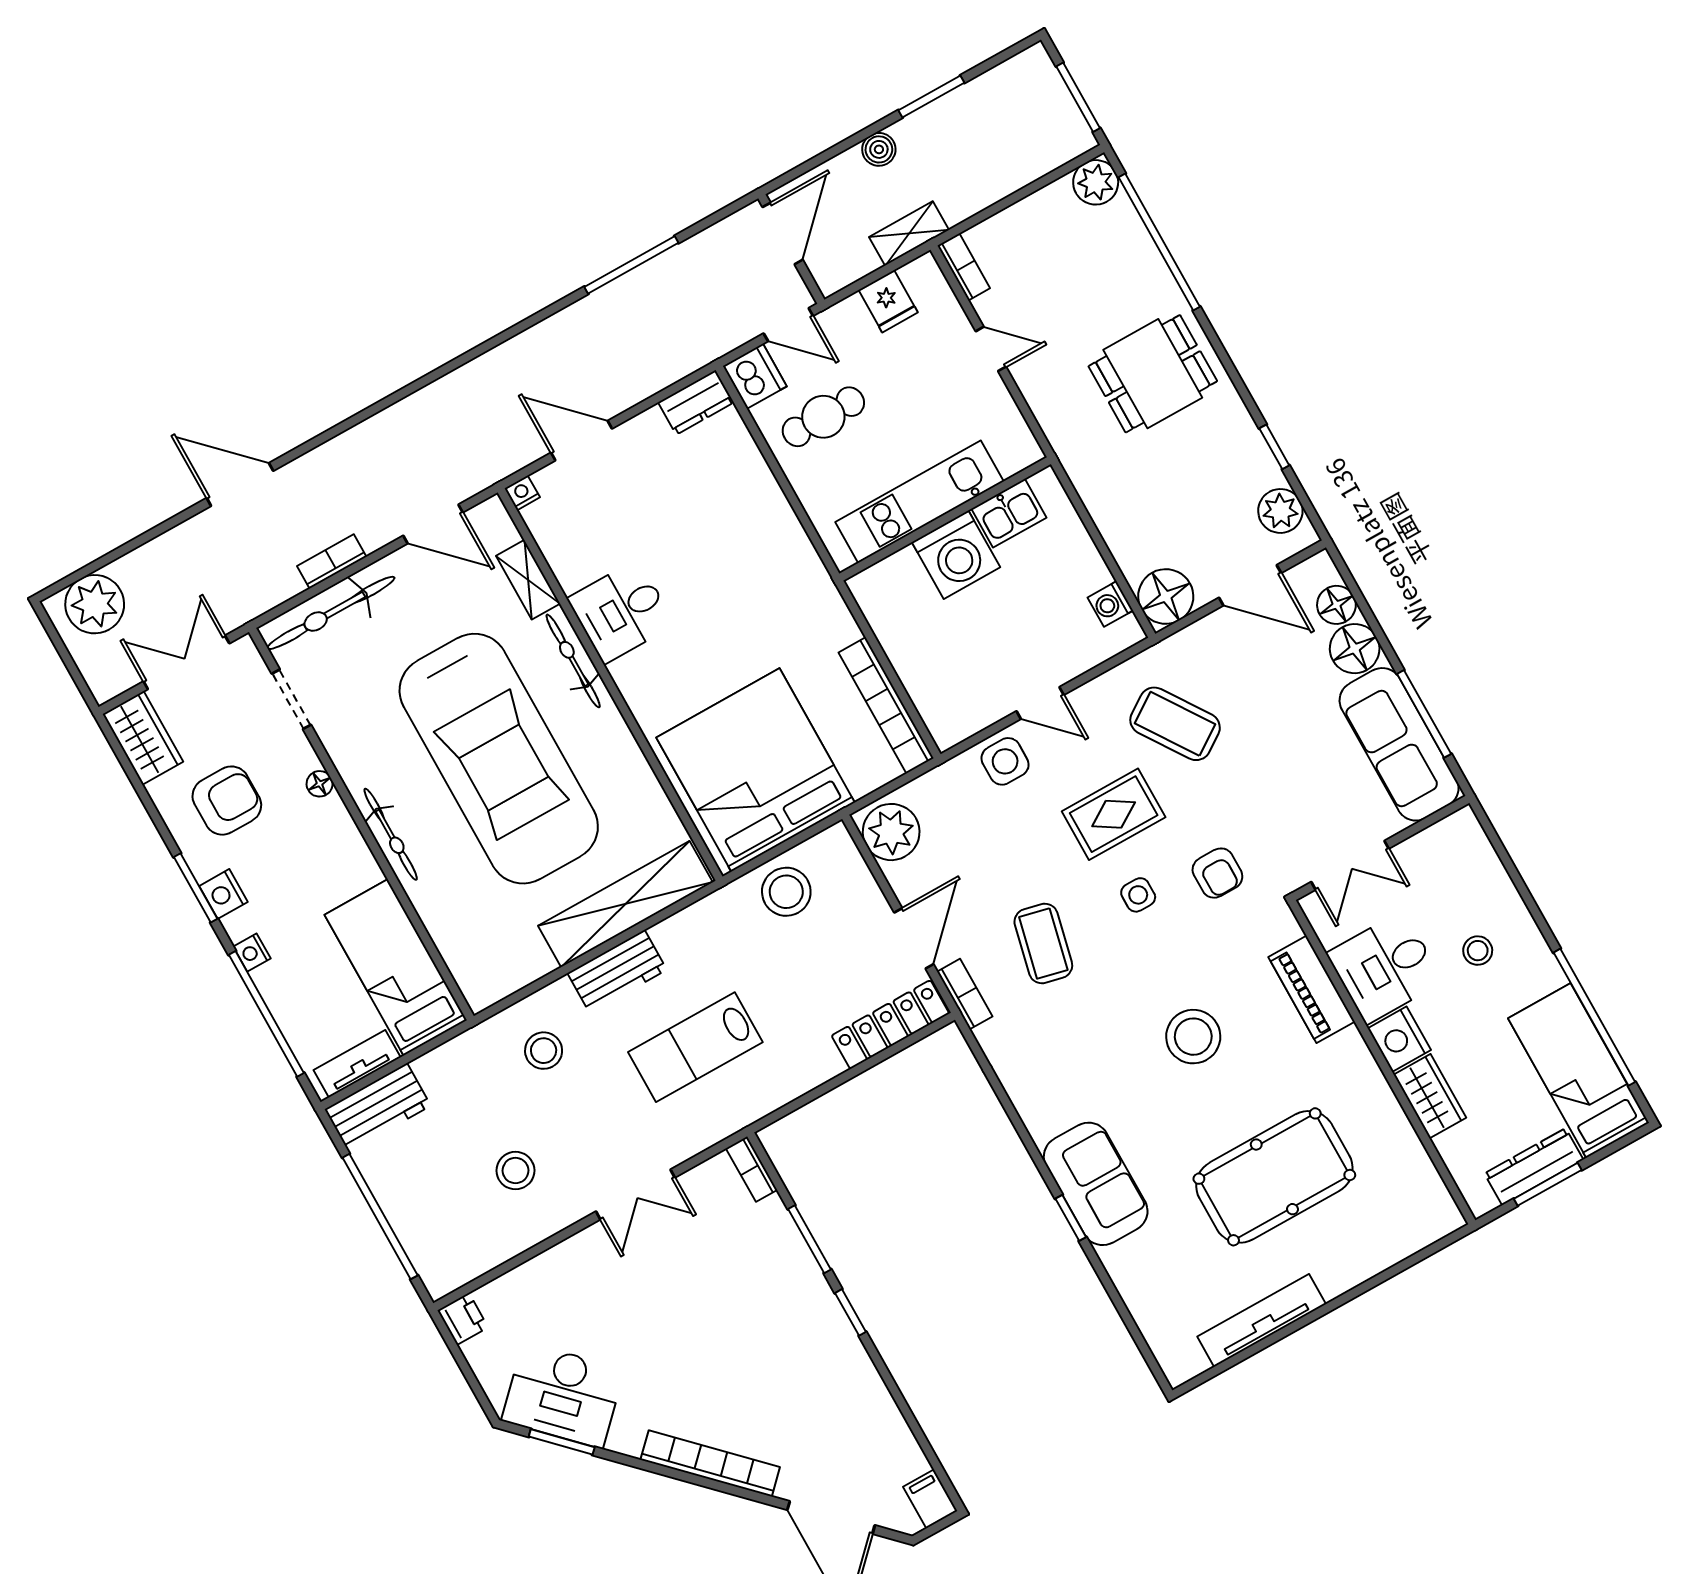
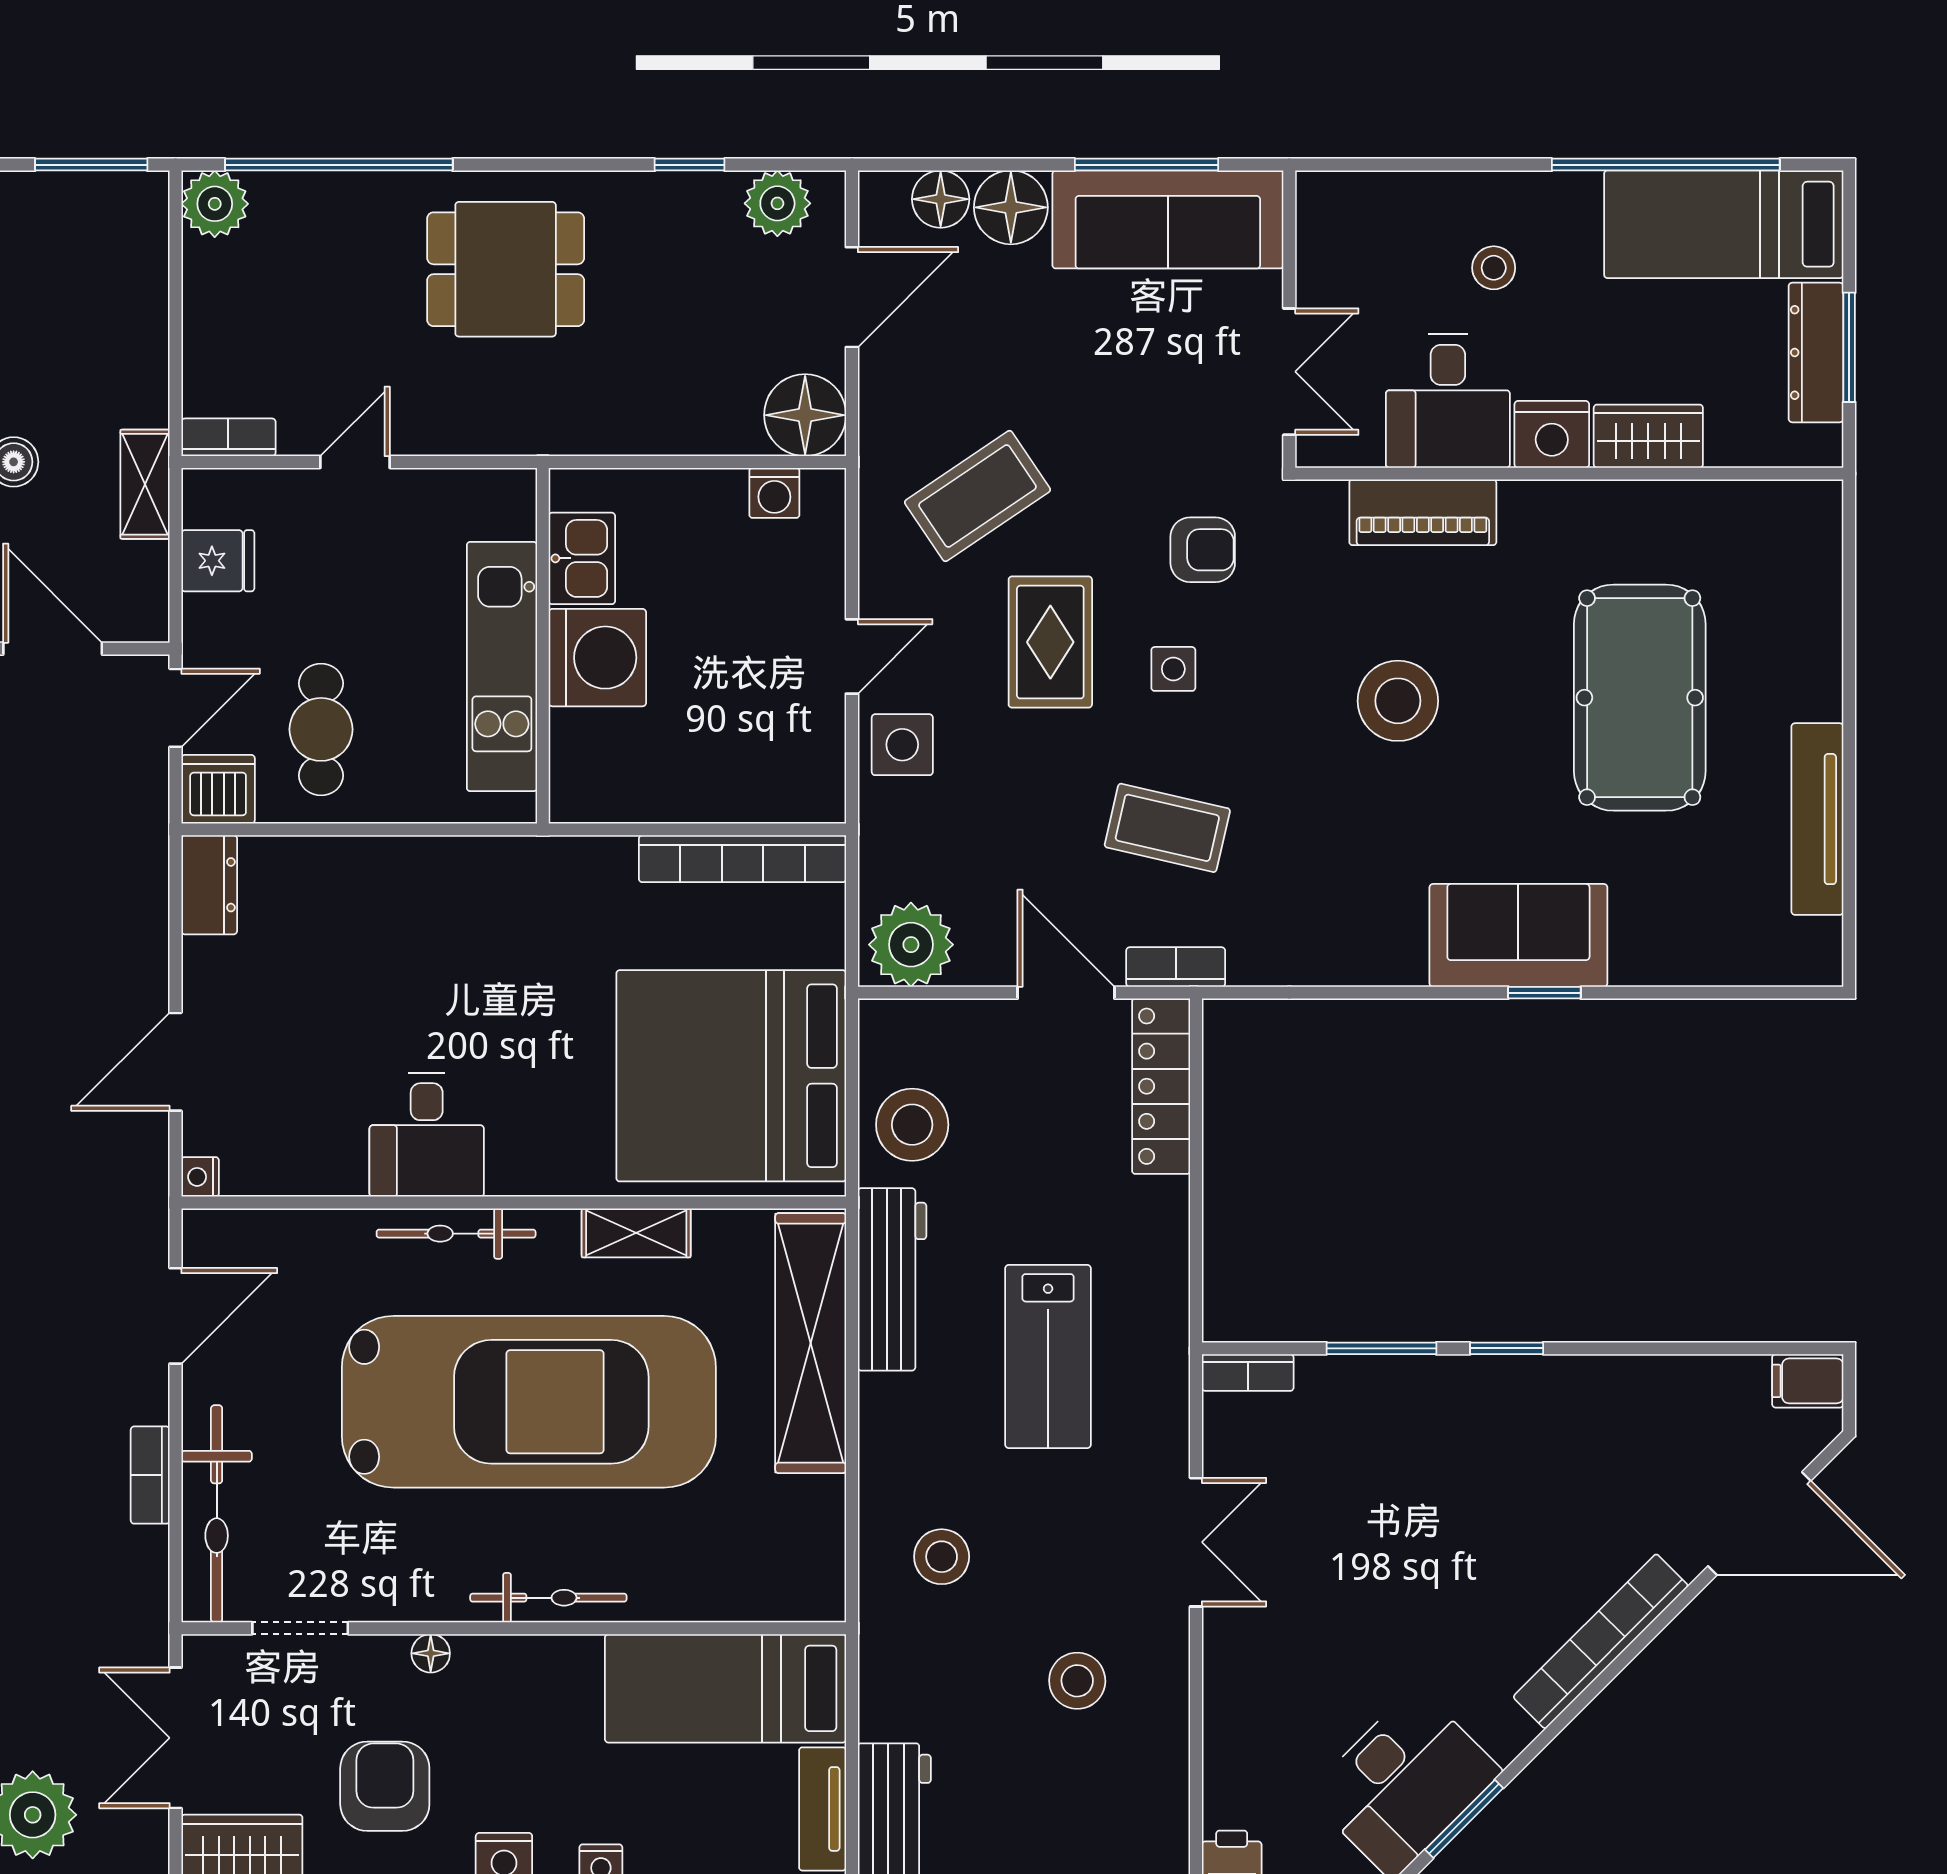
dining table: (1153, 374) -> (506, 269), turned 90
shelving: (528, 580) -> (636, 1233), moved
workbench: (617, 971) -> (892, 1279), moved, width x1.38

